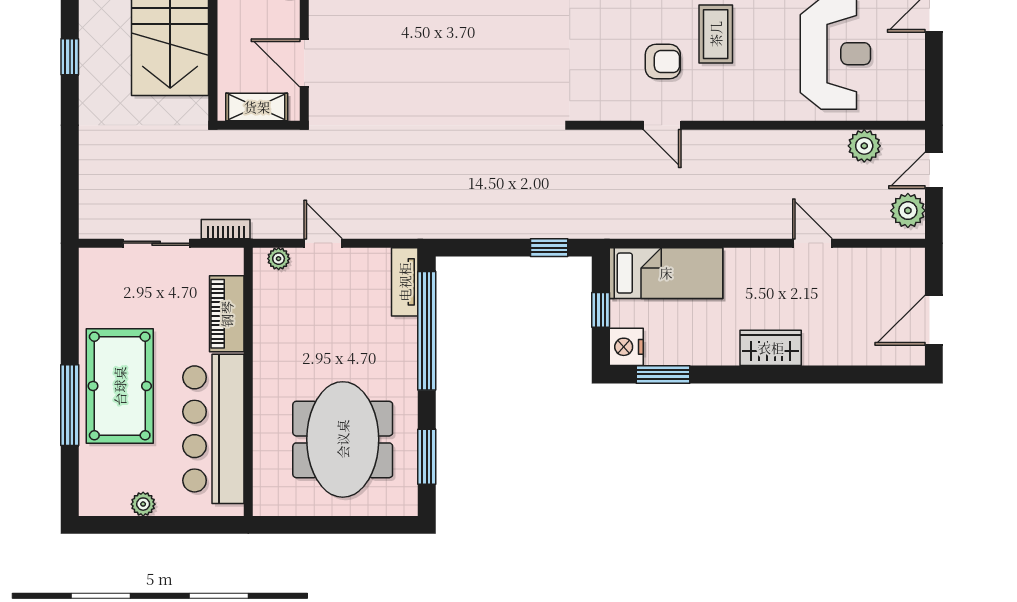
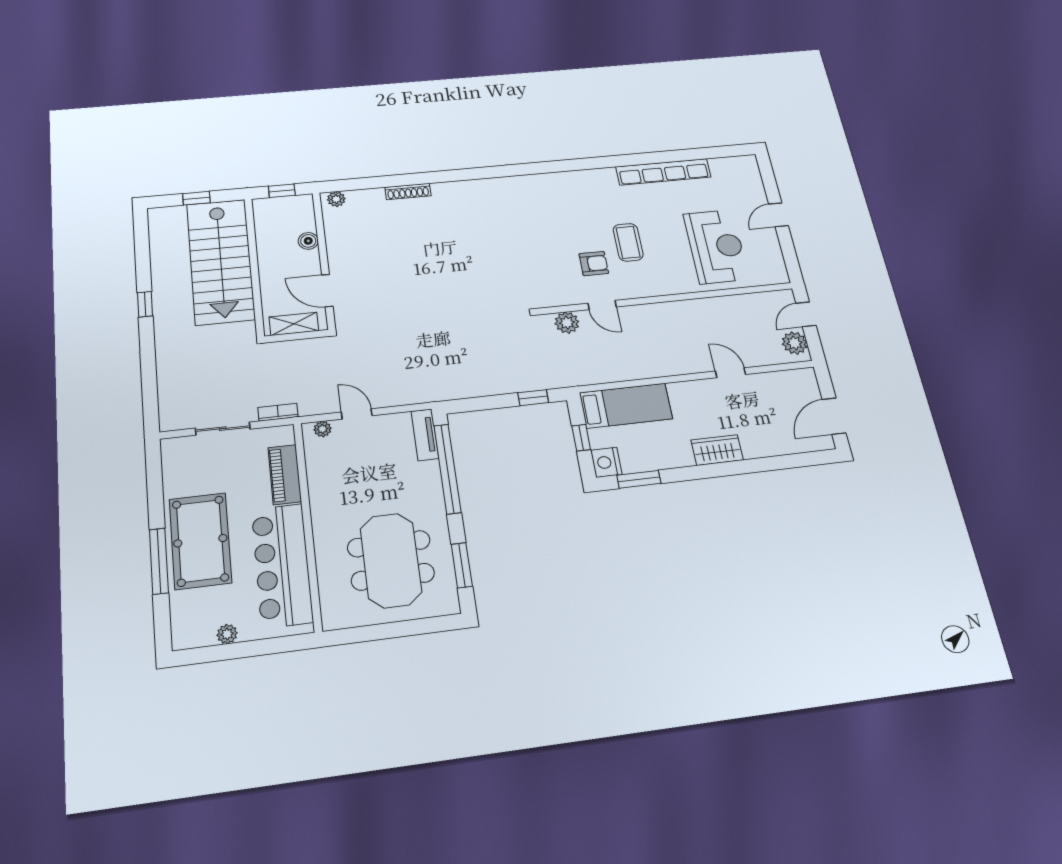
plant: (864, 146) -> (567, 323), moved

